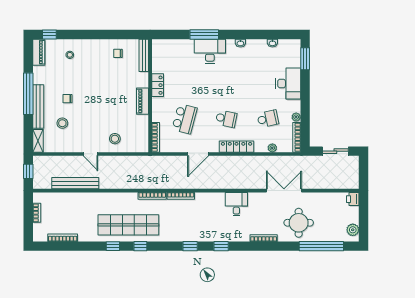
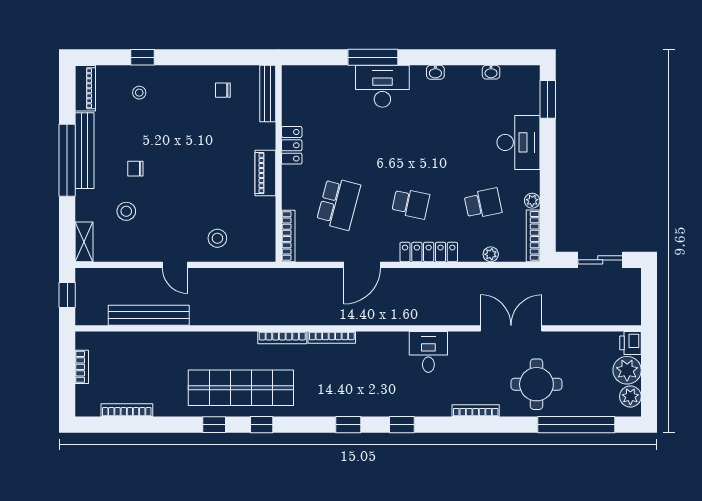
window: (49, 34) -> (143, 57), moved
bench: (38, 107) -> (84, 151), moved
plant: (351, 215) -> (627, 370), added

